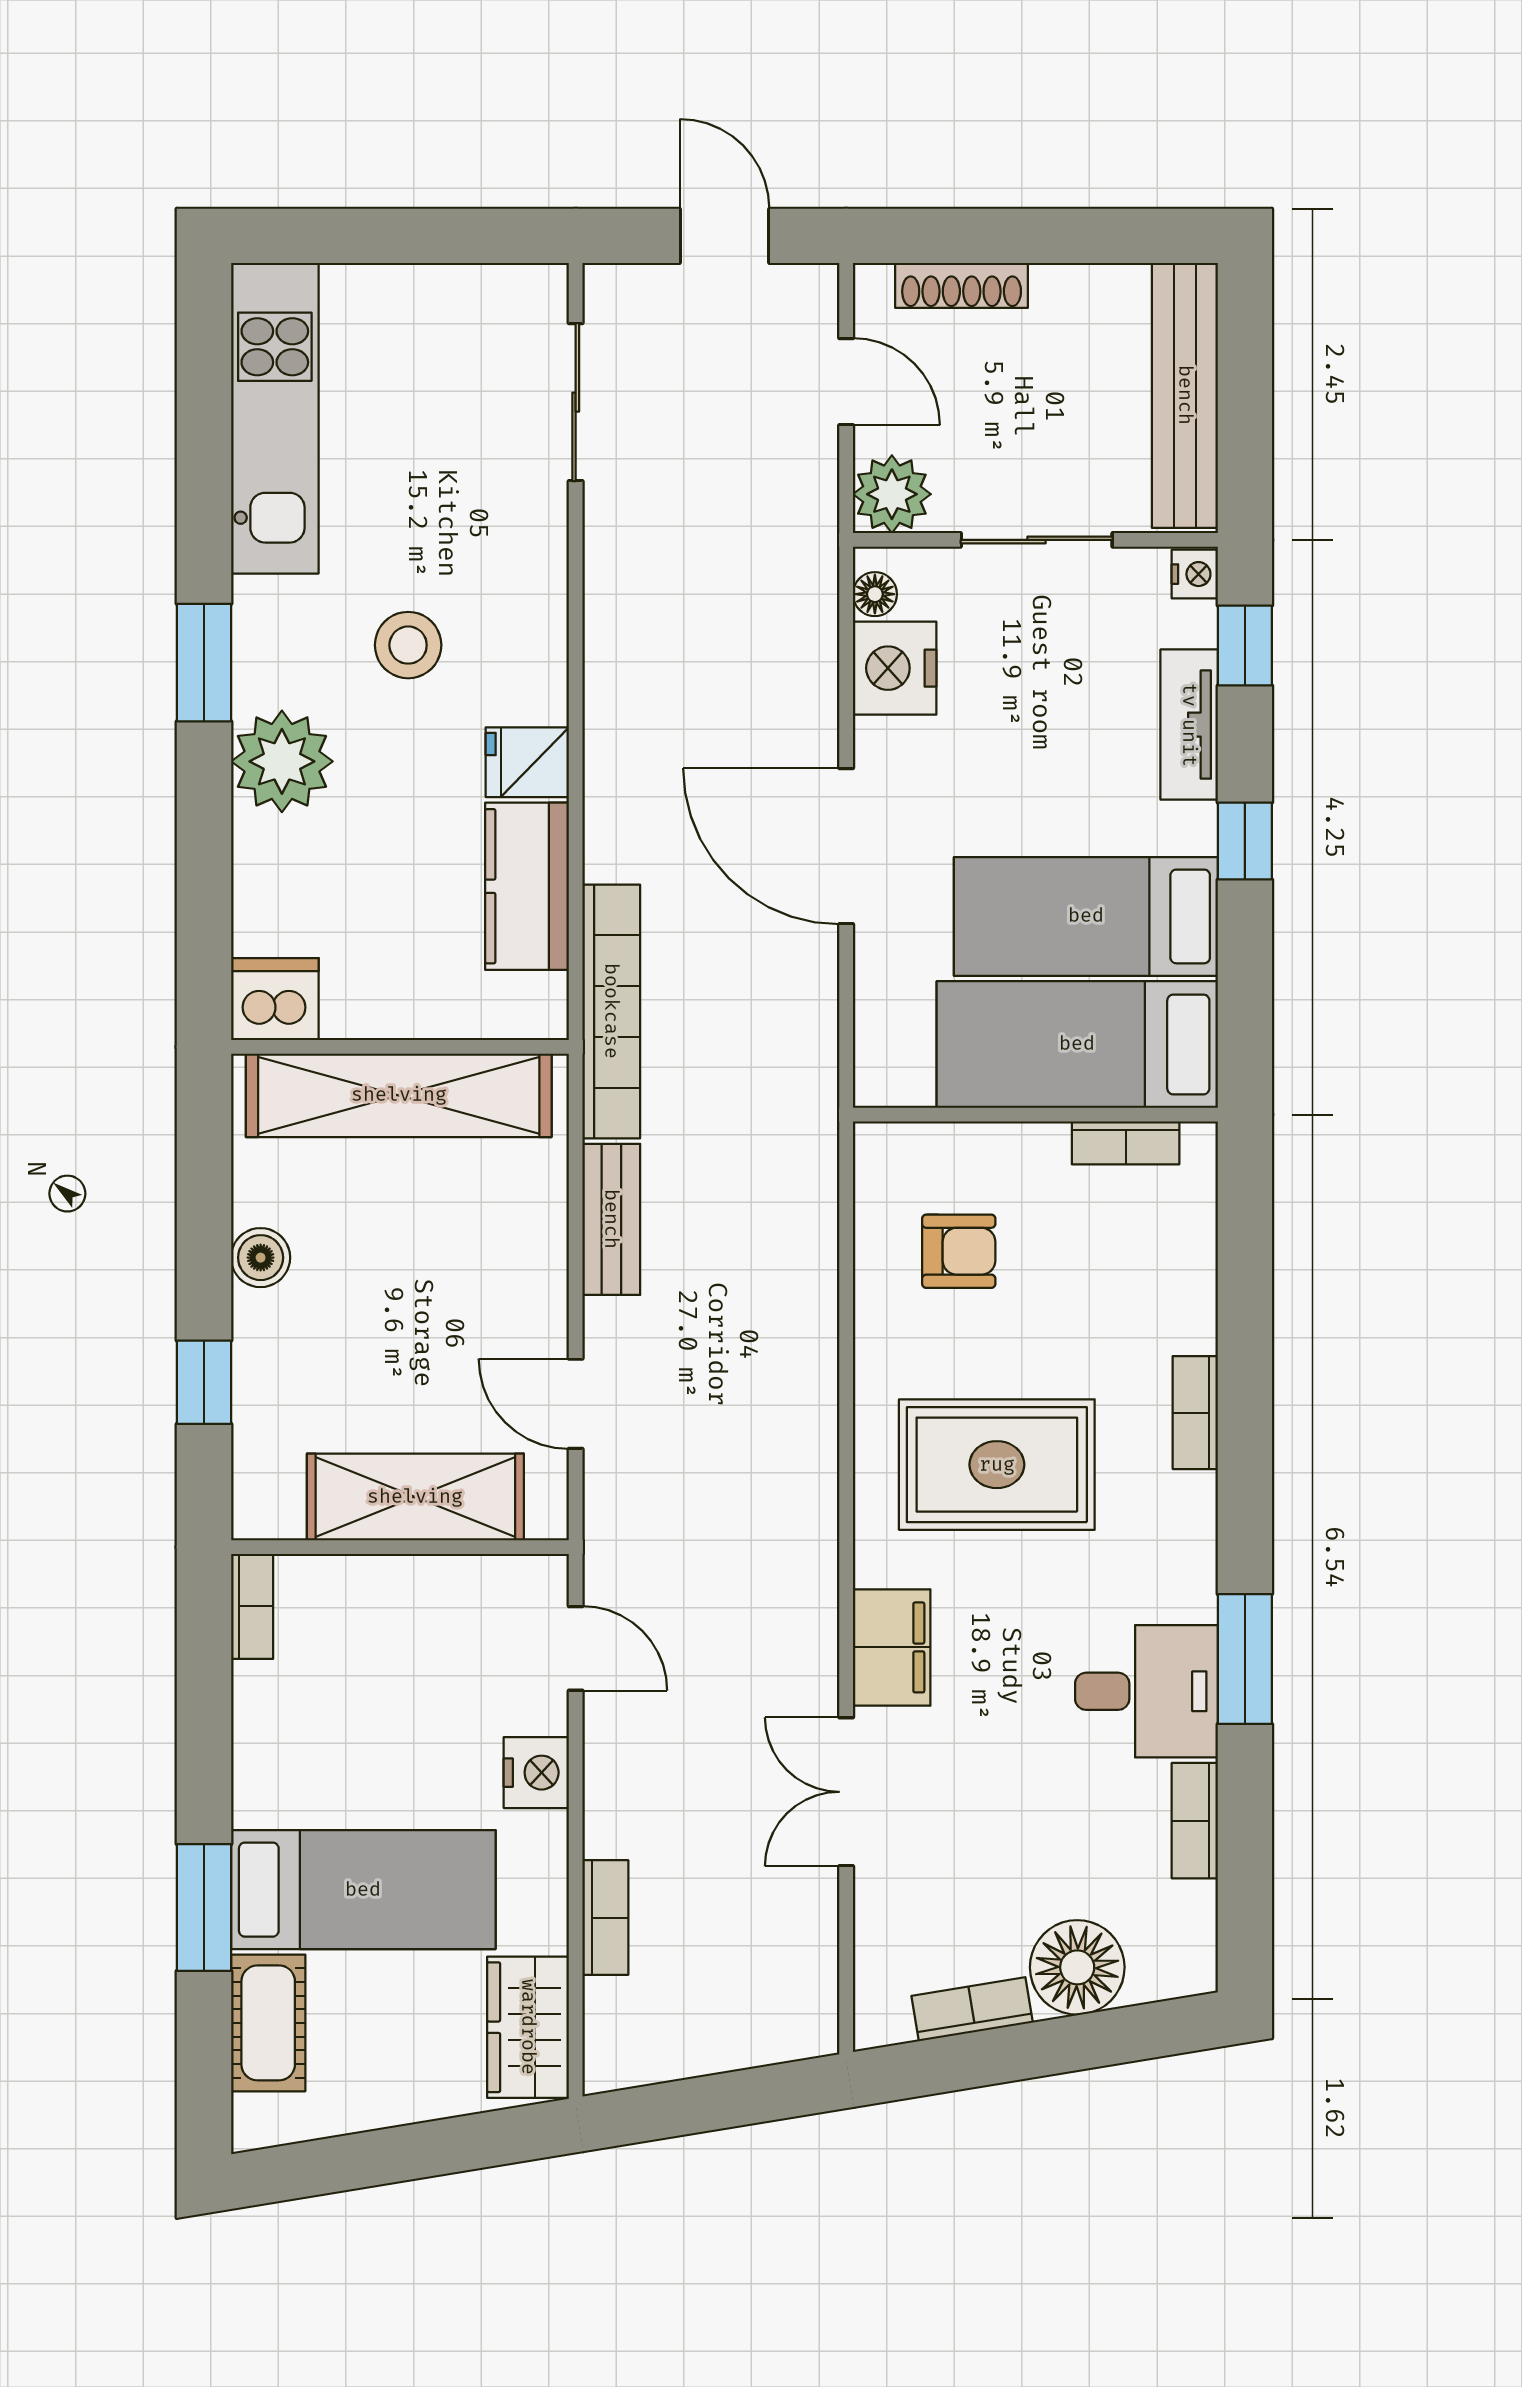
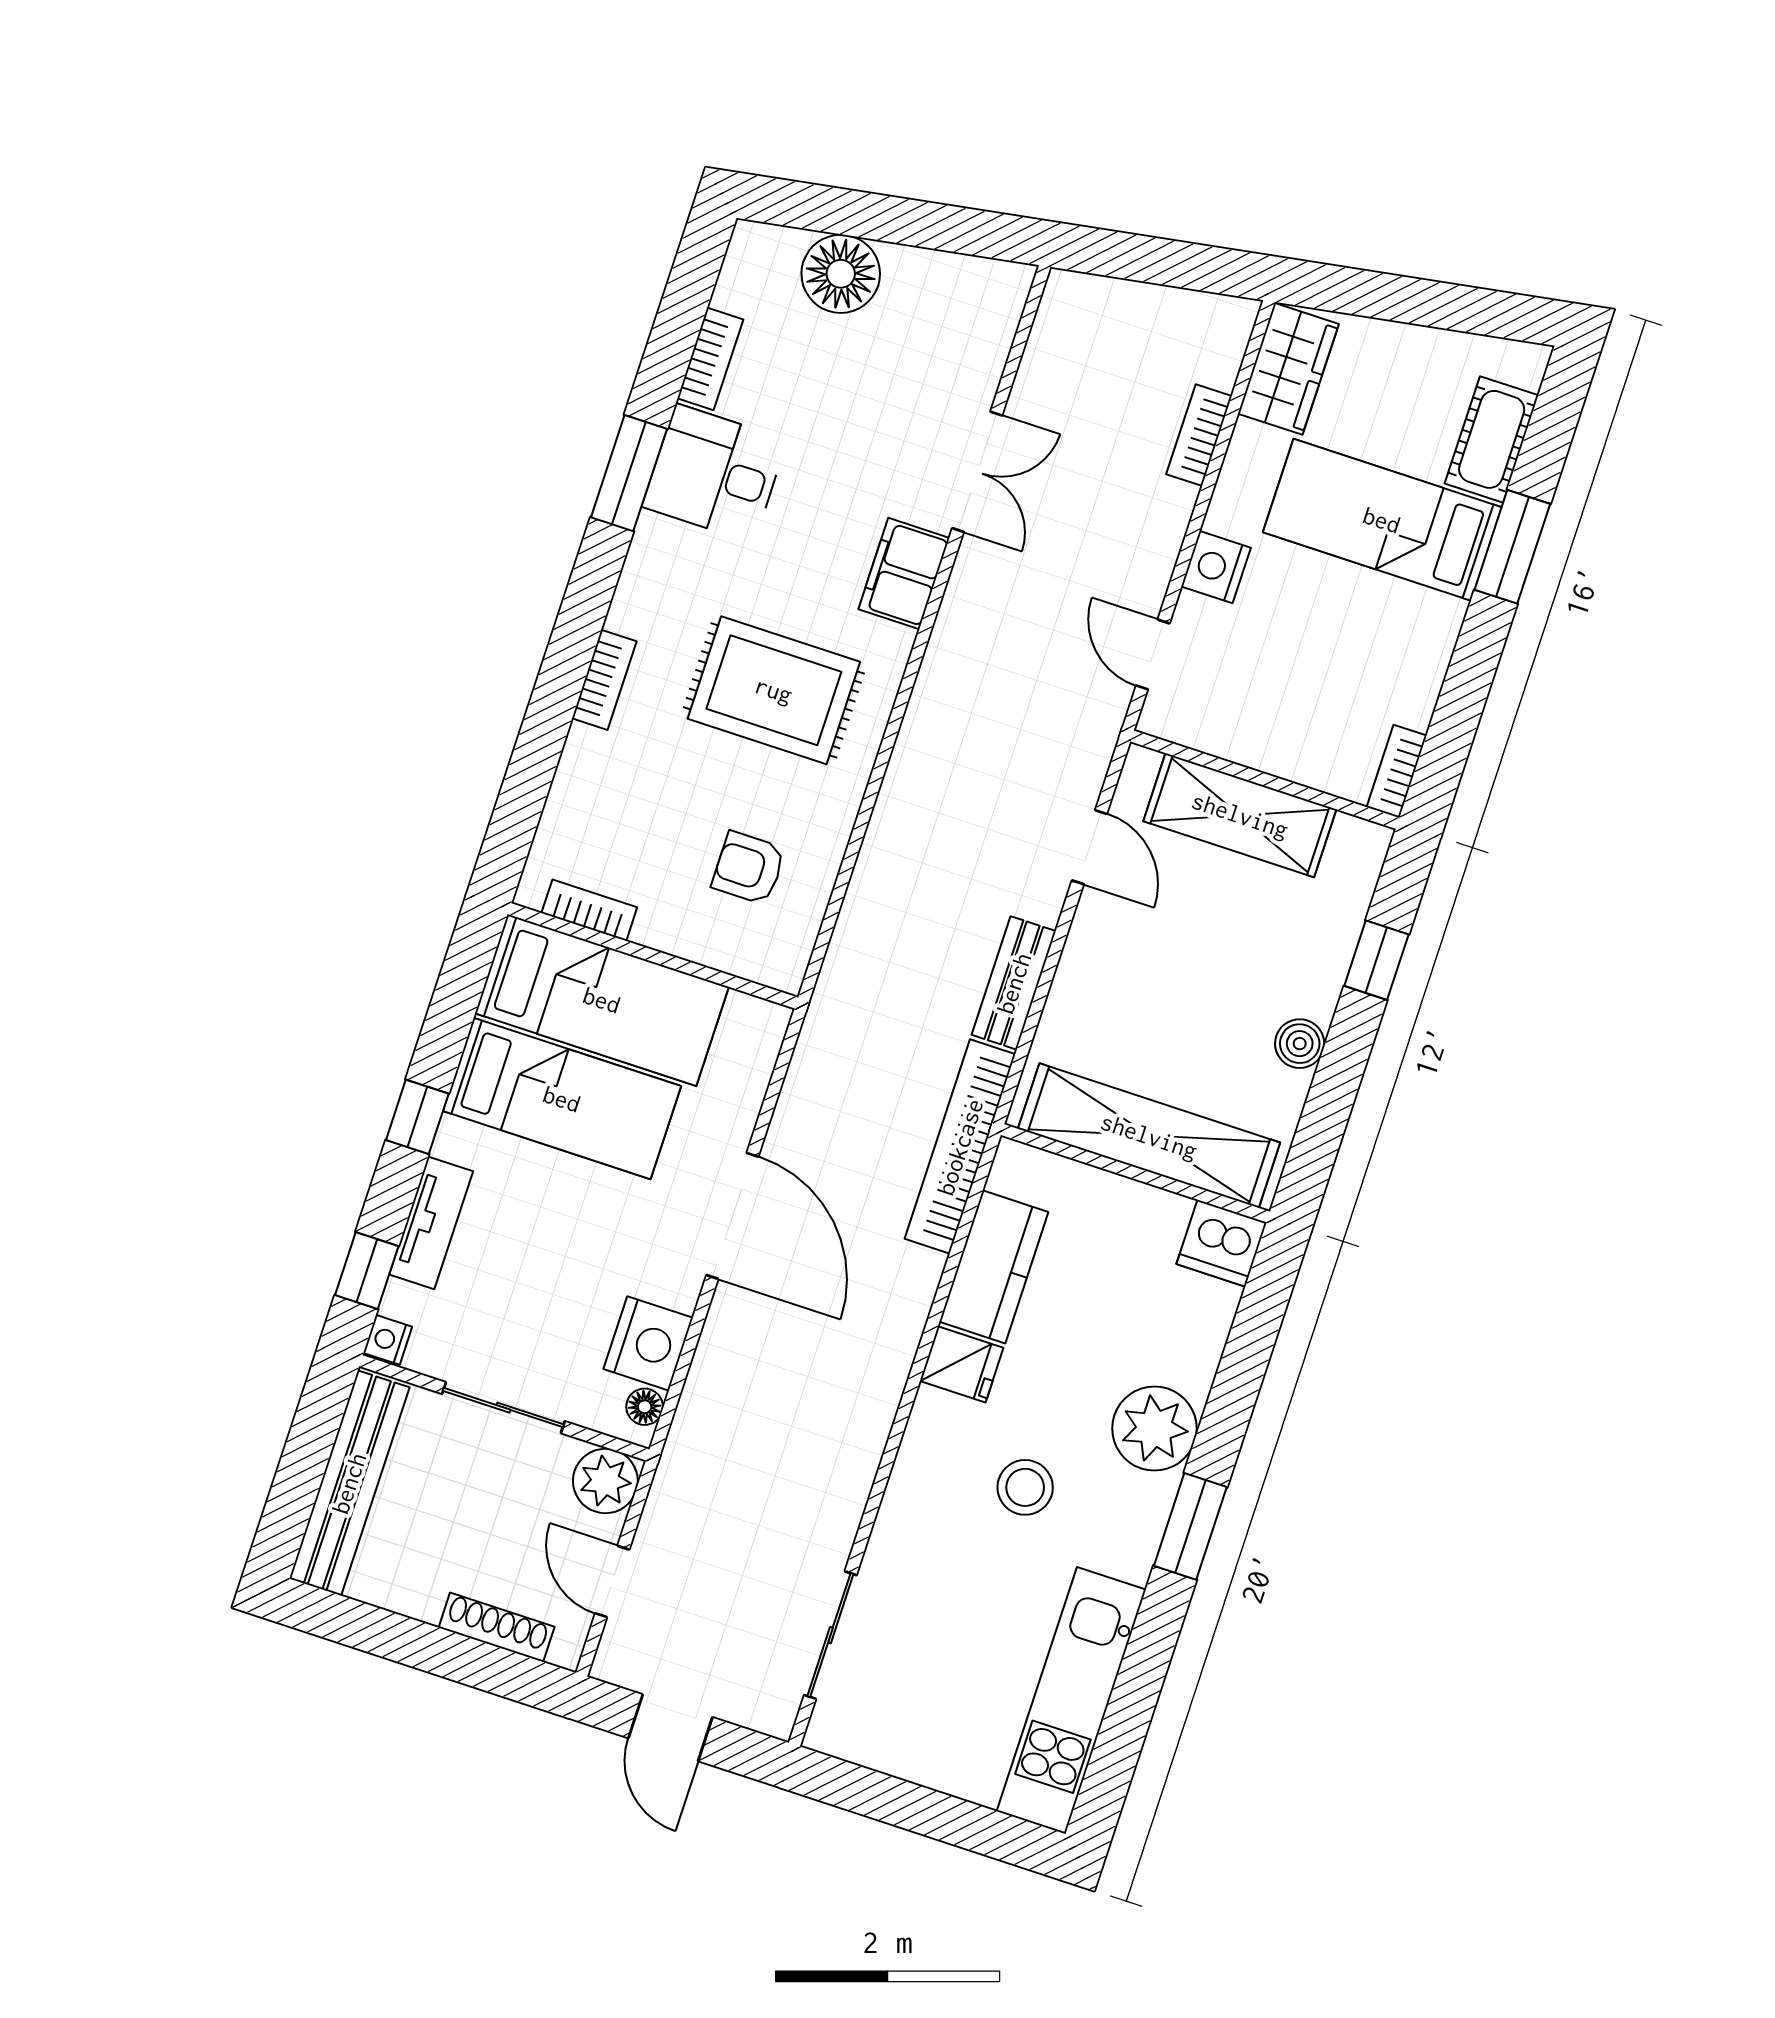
bookcase: (972, 2009) -> (934, 268), removed

